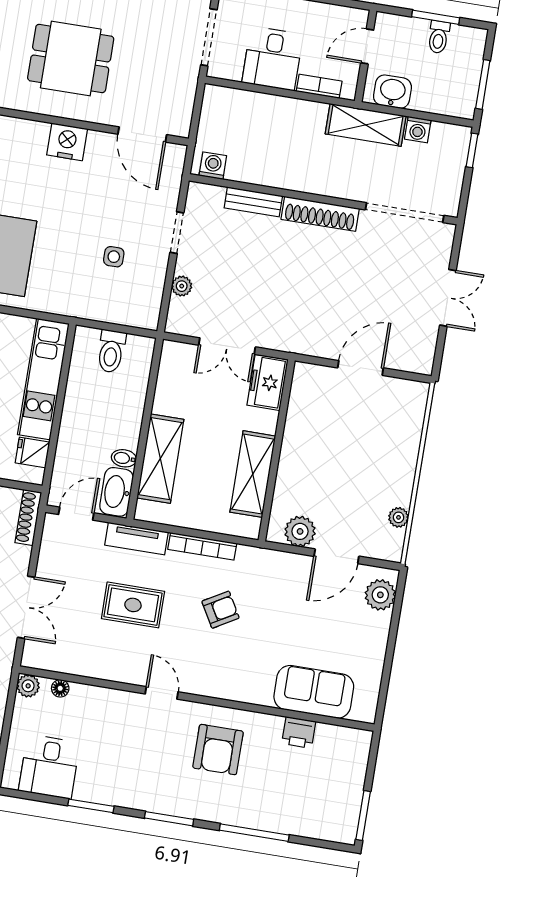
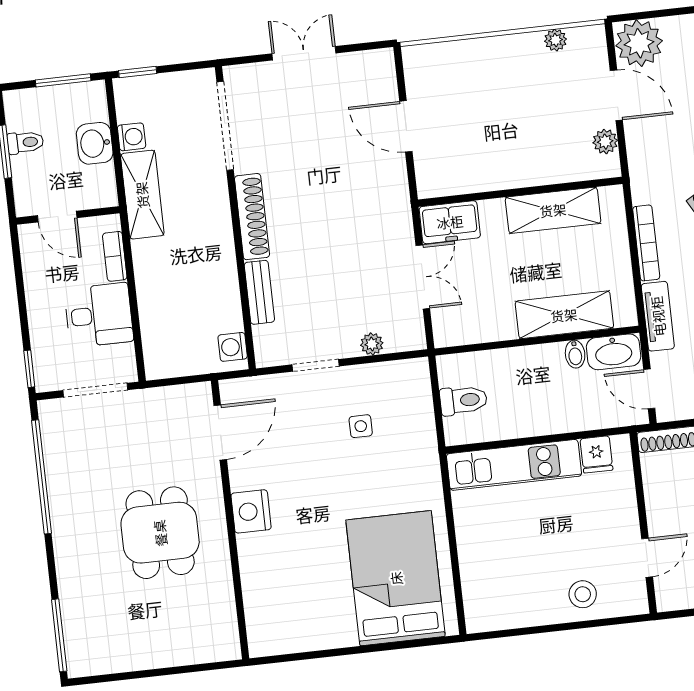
washbasin: (392, 92) -> (95, 143), moved
plant: (300, 531) -> (605, 142), width x0.73, depth x0.73
plant: (380, 595) -> (639, 43), width x1.36, depth x1.36

